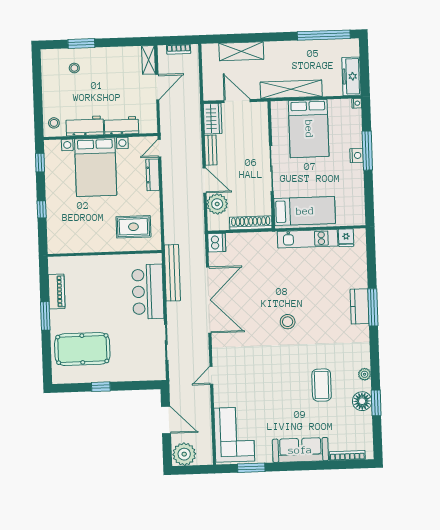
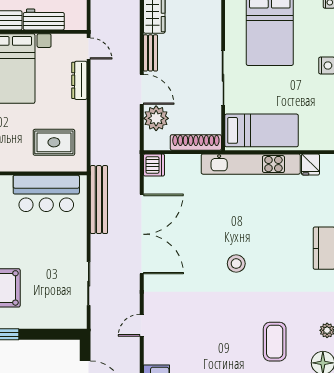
door: (159, 148) -> (89, 48), swing flipped
kitchen unit: (308, 239) -> (251, 164), width x1.36
bar counter: (148, 292) -> (46, 193), moved, turned -90

